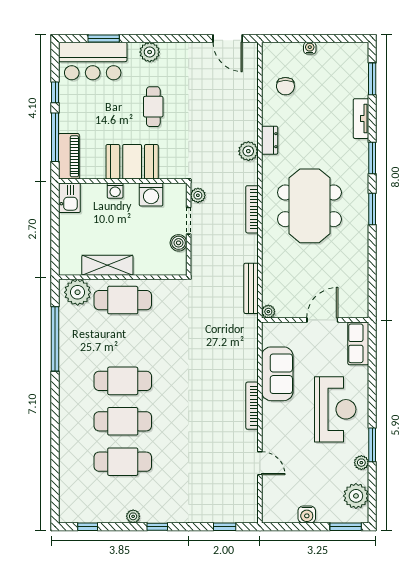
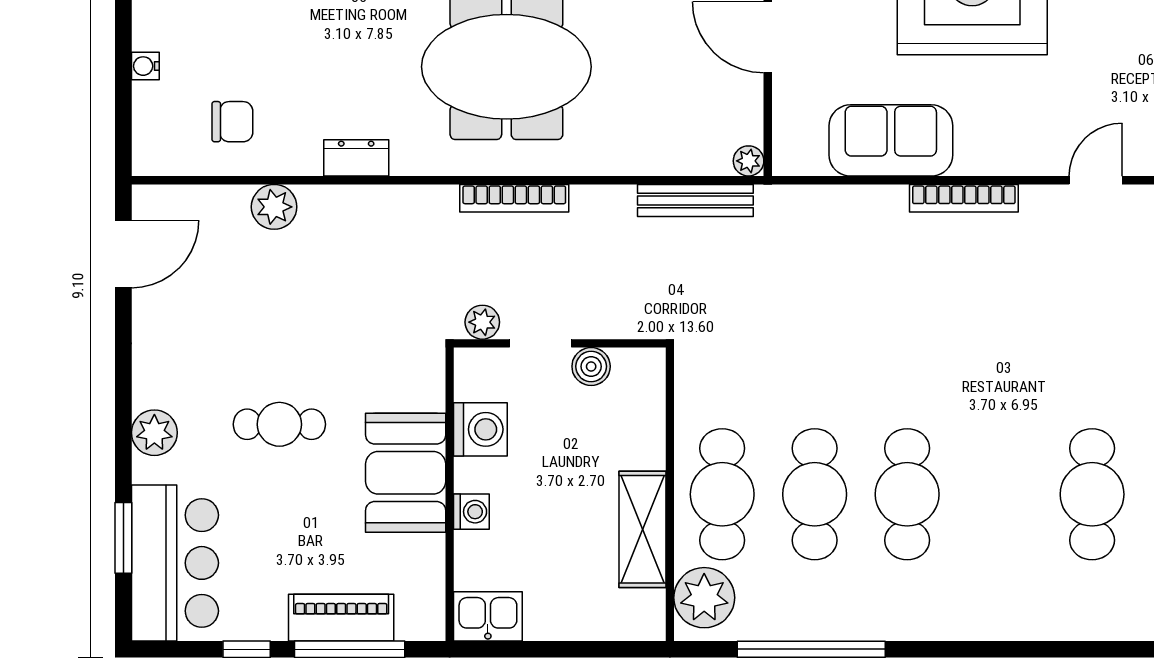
plant: (248, 151) -> (274, 207), moved
piano: (69, 156) -> (341, 618), moved
cafe table: (123, 421) -> (815, 494), moved

